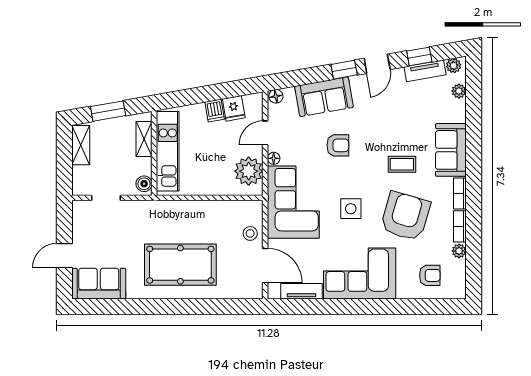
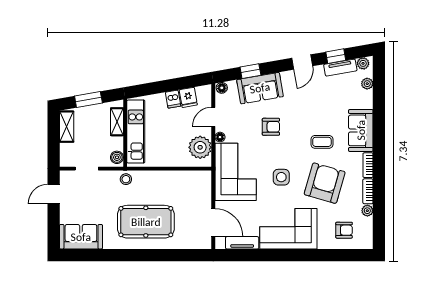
window: (344, 70) -> (250, 71), moved
stool: (250, 233) -> (126, 179), moved
door: (64, 256) -> (54, 194), moved

